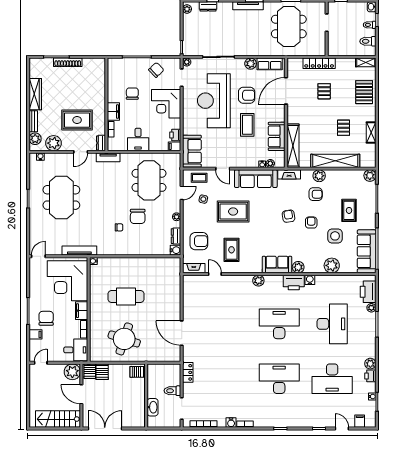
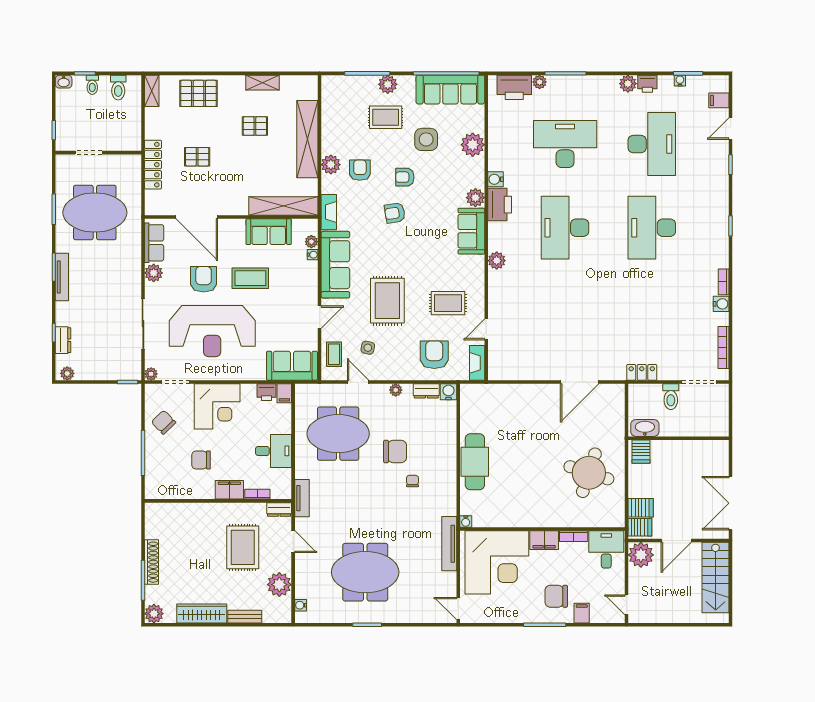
plant: (35, 139) -> (154, 614), moved
plant: (370, 176) -> (388, 84), moved
cafe table: (126, 297) -> (475, 462), moved
washbasin: (153, 407) -> (645, 428), moved

